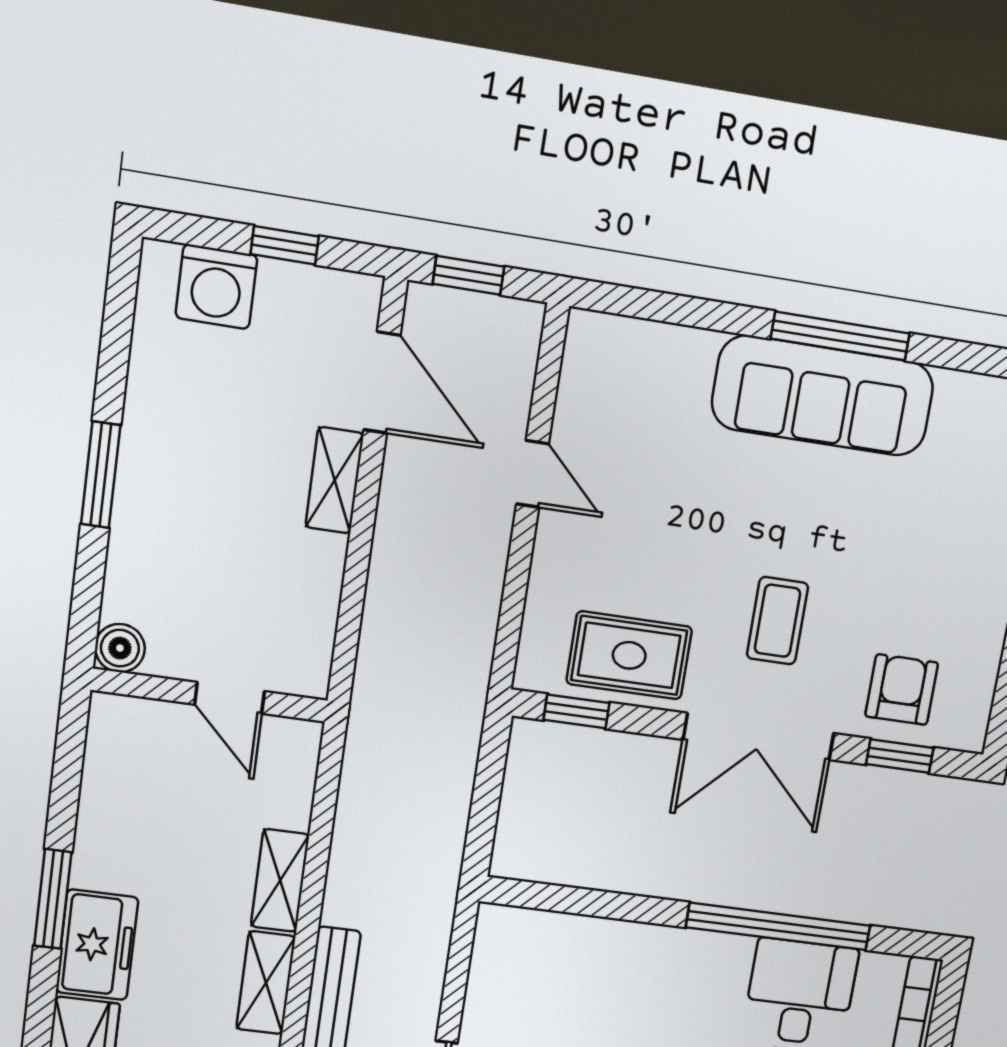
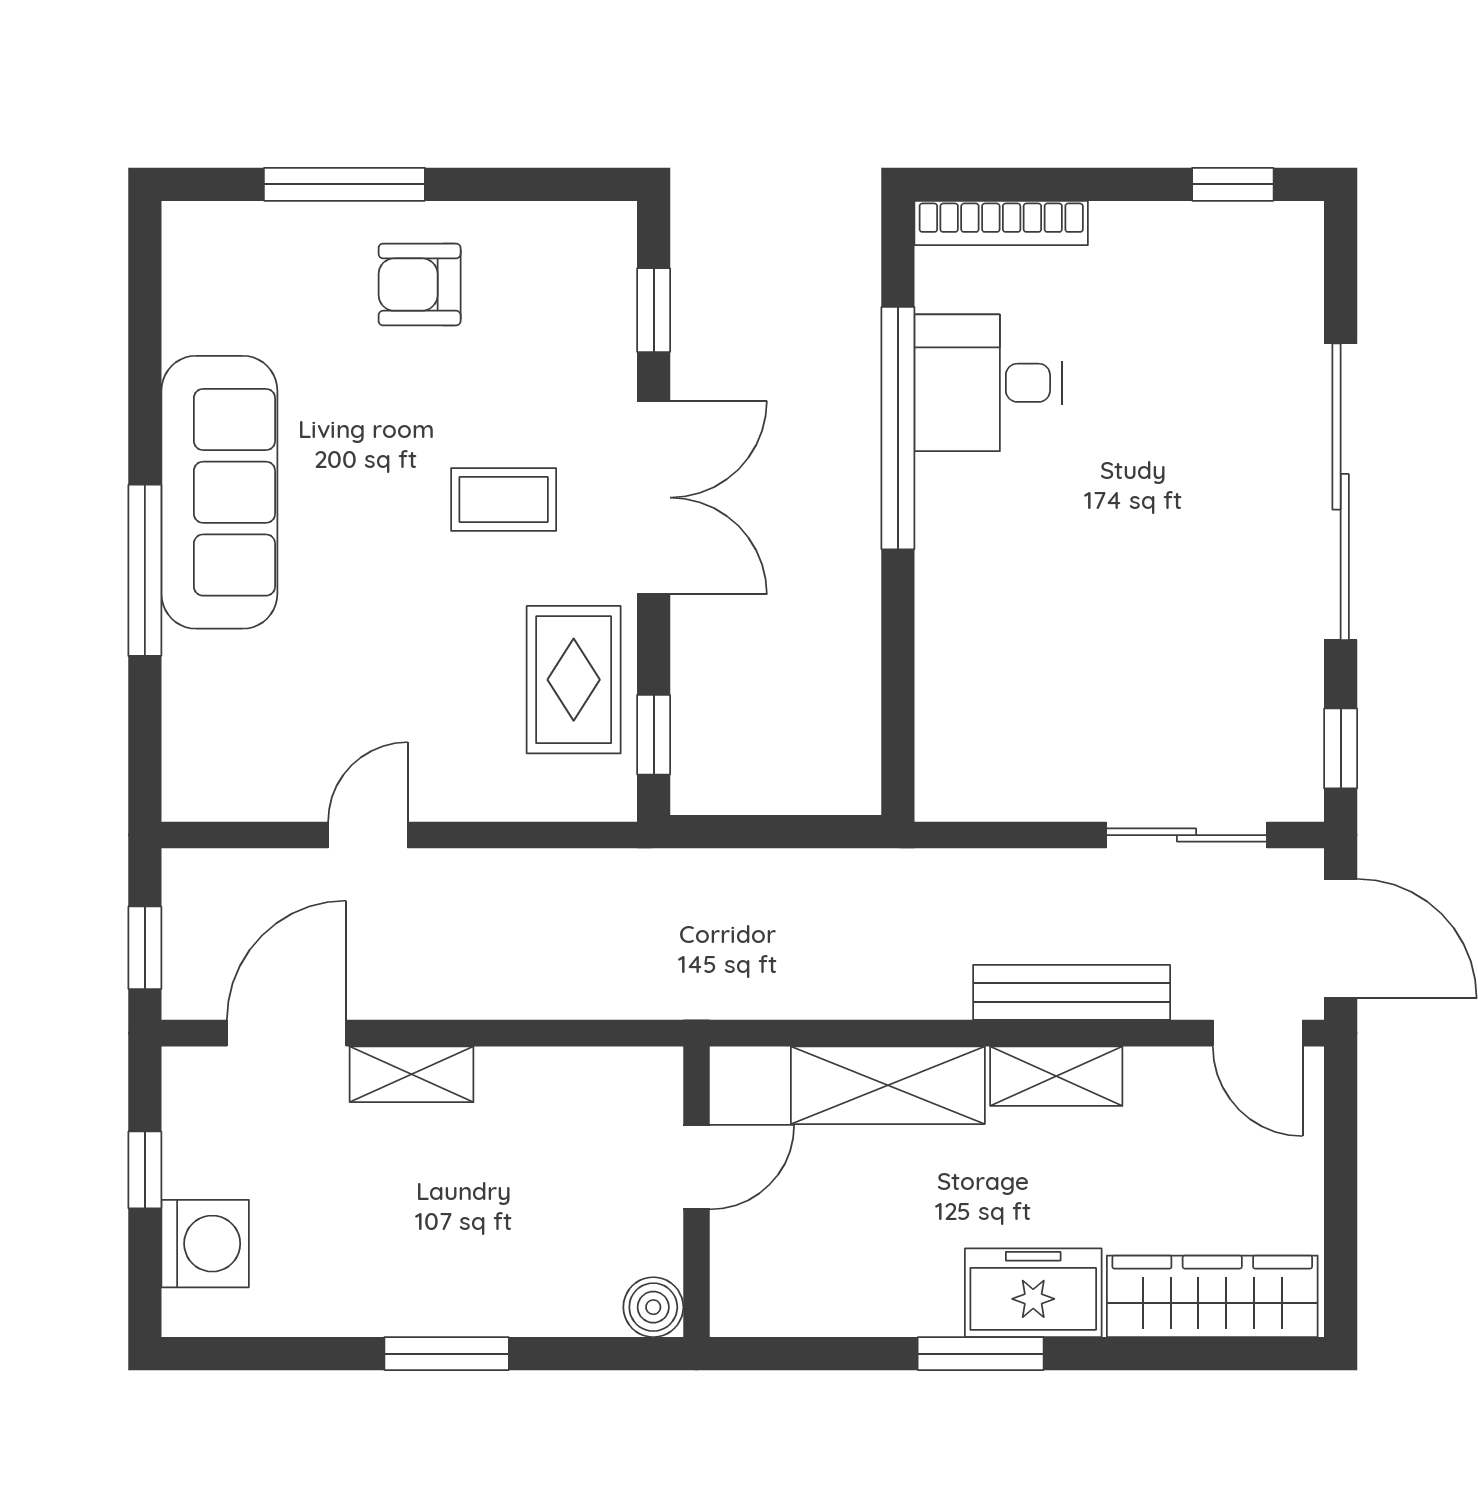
window: (840, 336) -> (145, 570), moved
armchair: (902, 690) -> (420, 285), moved
shelving: (280, 881) -> (888, 1085), width x1.50, depth x1.33

